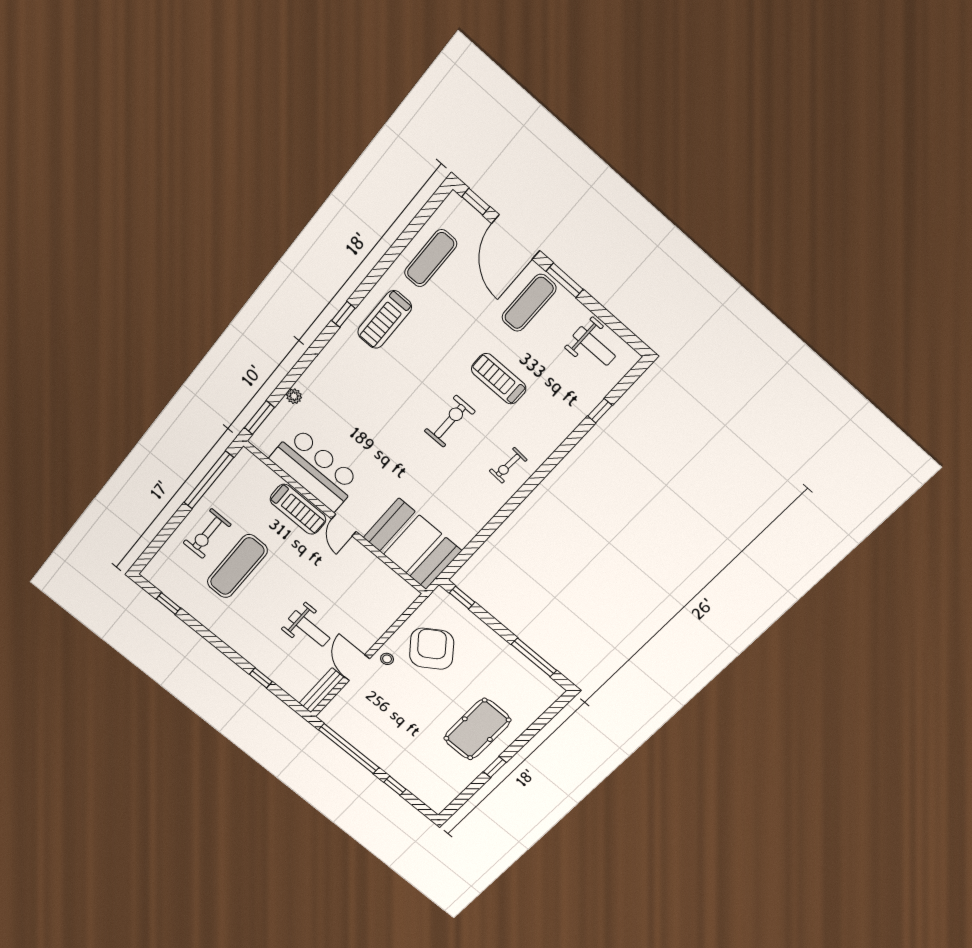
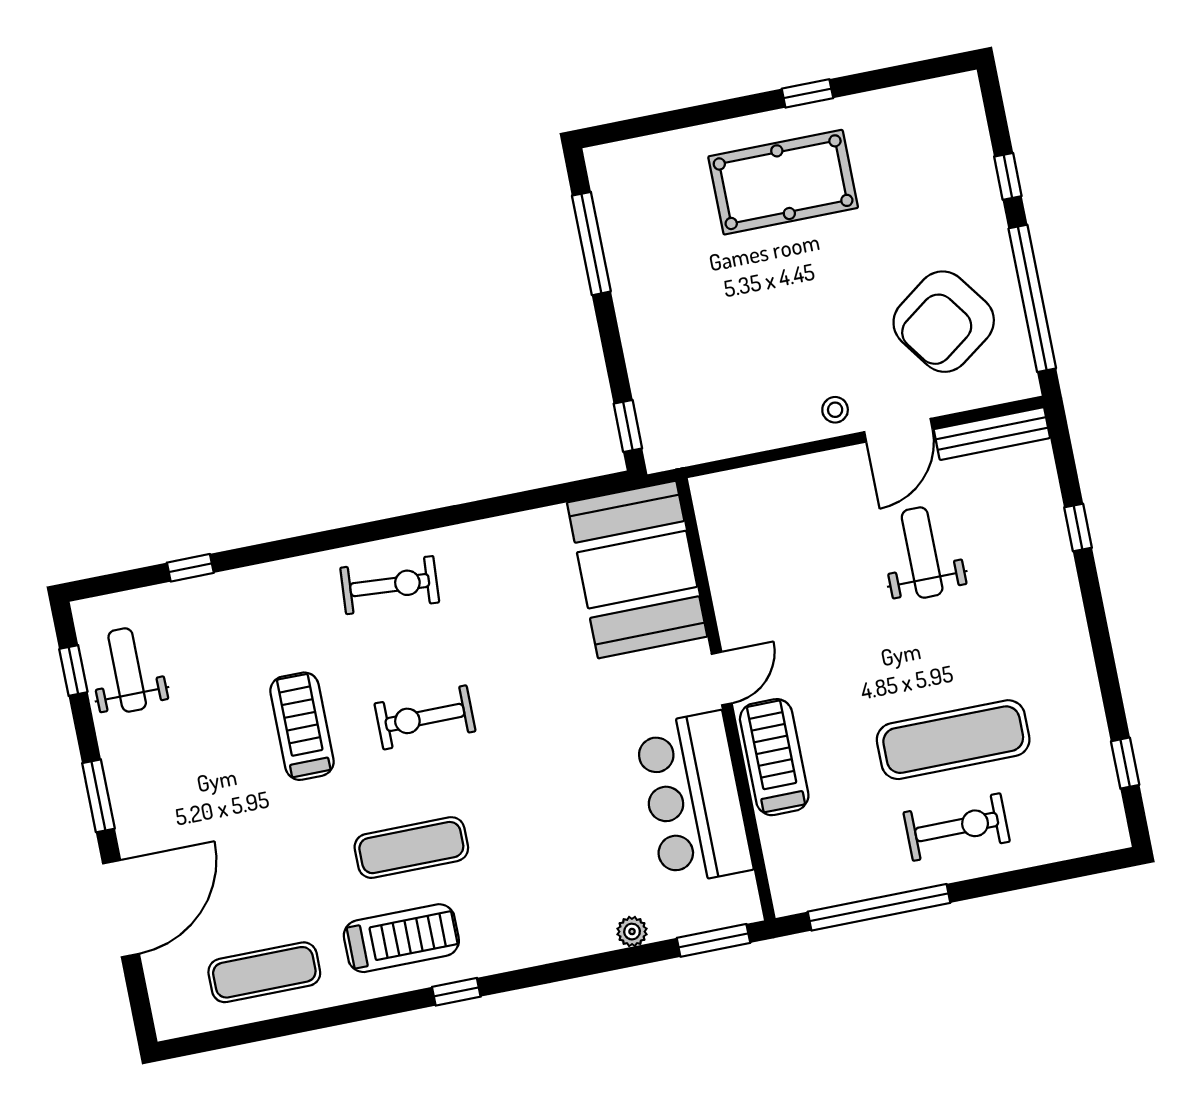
window: (476, 202) -> (73, 670), moved
exercise mat: (529, 303) -> (411, 848), moved
treadmill: (499, 379) -> (302, 726), turned 180
exercise bike: (508, 465) -> (390, 585), width x1.38, depth x1.39
armchair: (432, 649) -> (944, 322), moved

